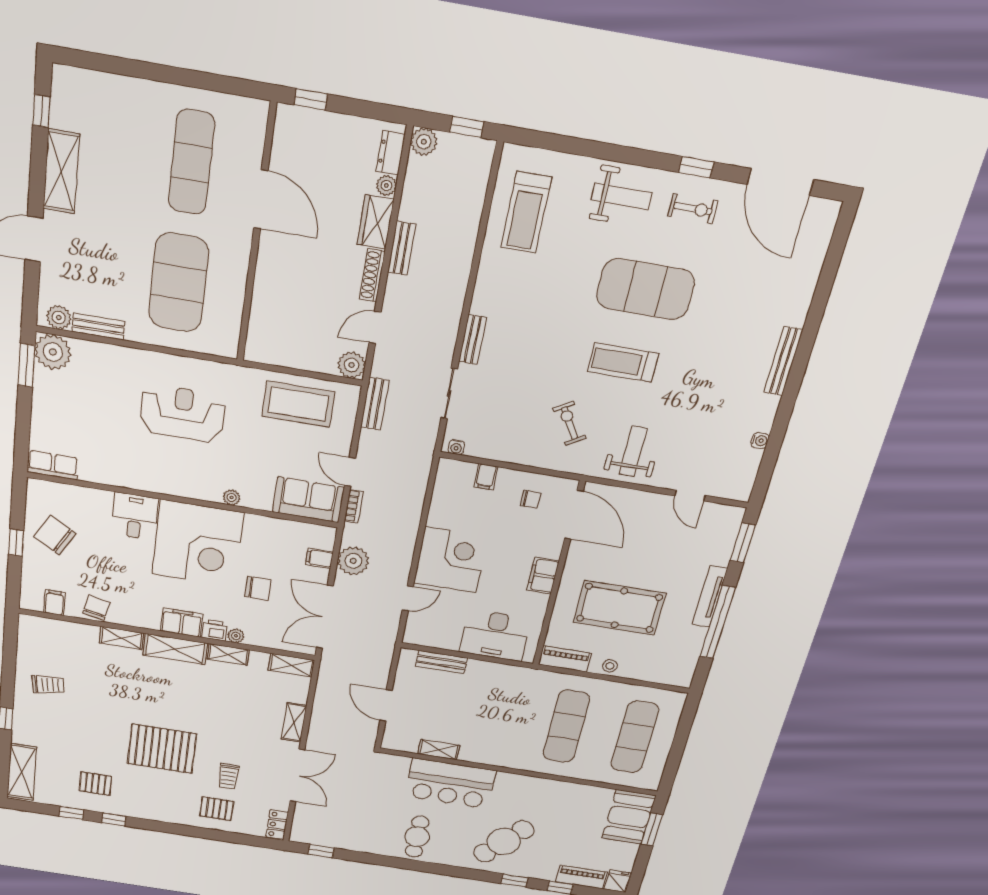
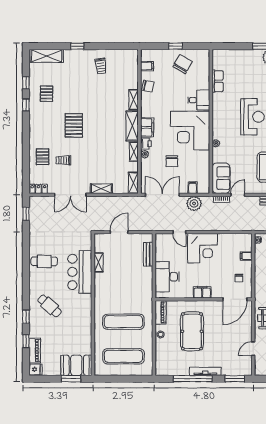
row of seats: (53, 465) -> (218, 81), moved
pallet: (162, 749) -> (74, 125), width x0.73, depth x0.71
cafe table: (504, 841) -> (50, 306), width x0.73, depth x0.74

